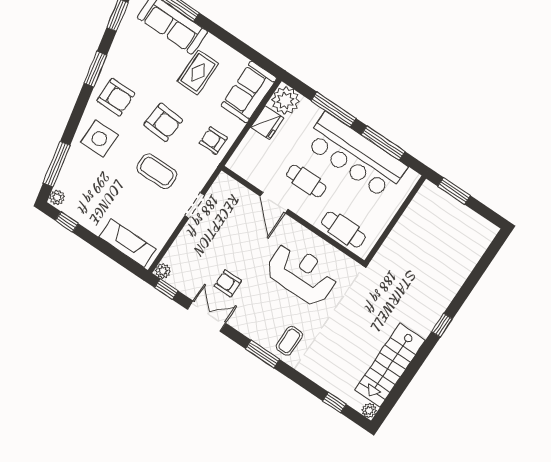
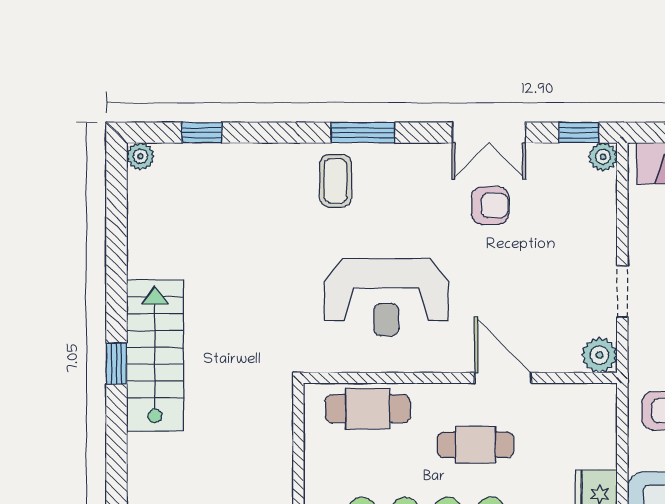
plant: (224, 184) -> (599, 355), added
stairs: (390, 365) -> (155, 355), moved

